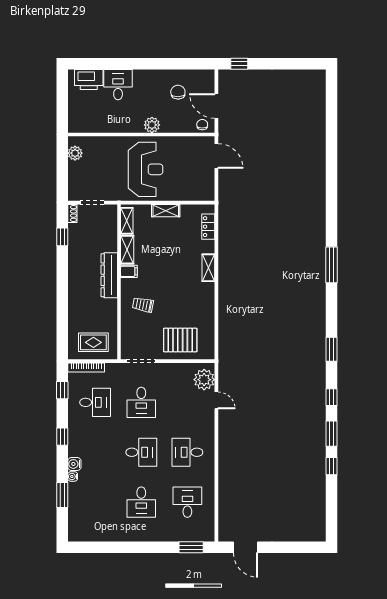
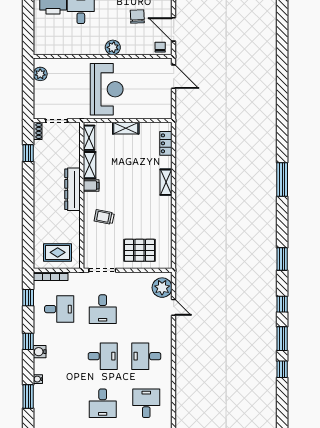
water cooler: (74, 464) -> (40, 352), moved

